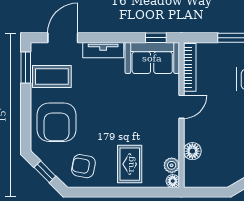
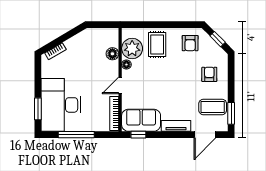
armchair: (57, 122) -> (209, 74), width x0.53, depth x0.53
plant: (172, 165) -> (132, 48), width x1.88, depth x1.88
armchair: (83, 166) -> (190, 43), turned 79
floor lamp: (173, 181) -> (126, 65), moved

